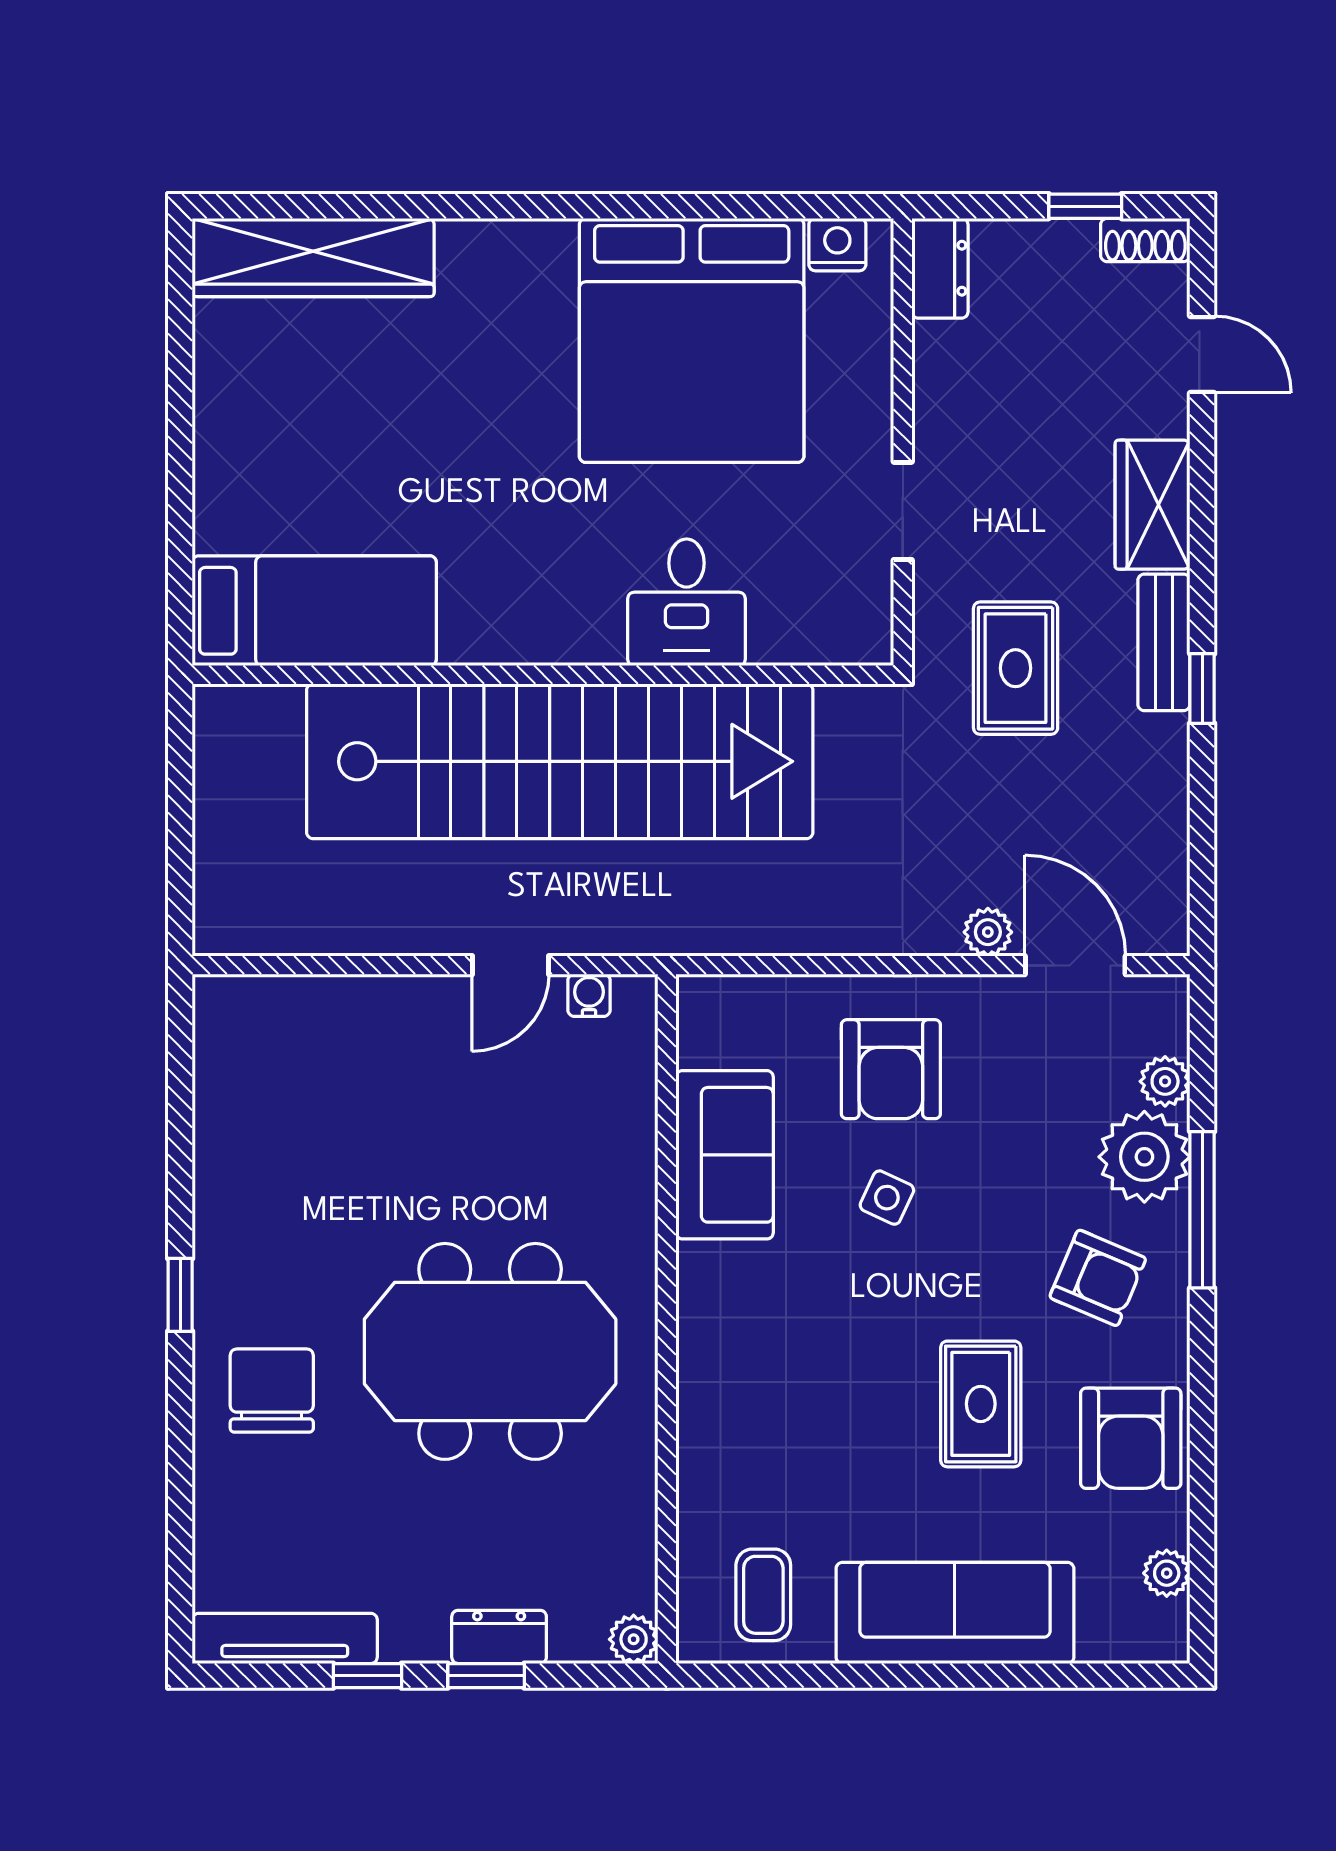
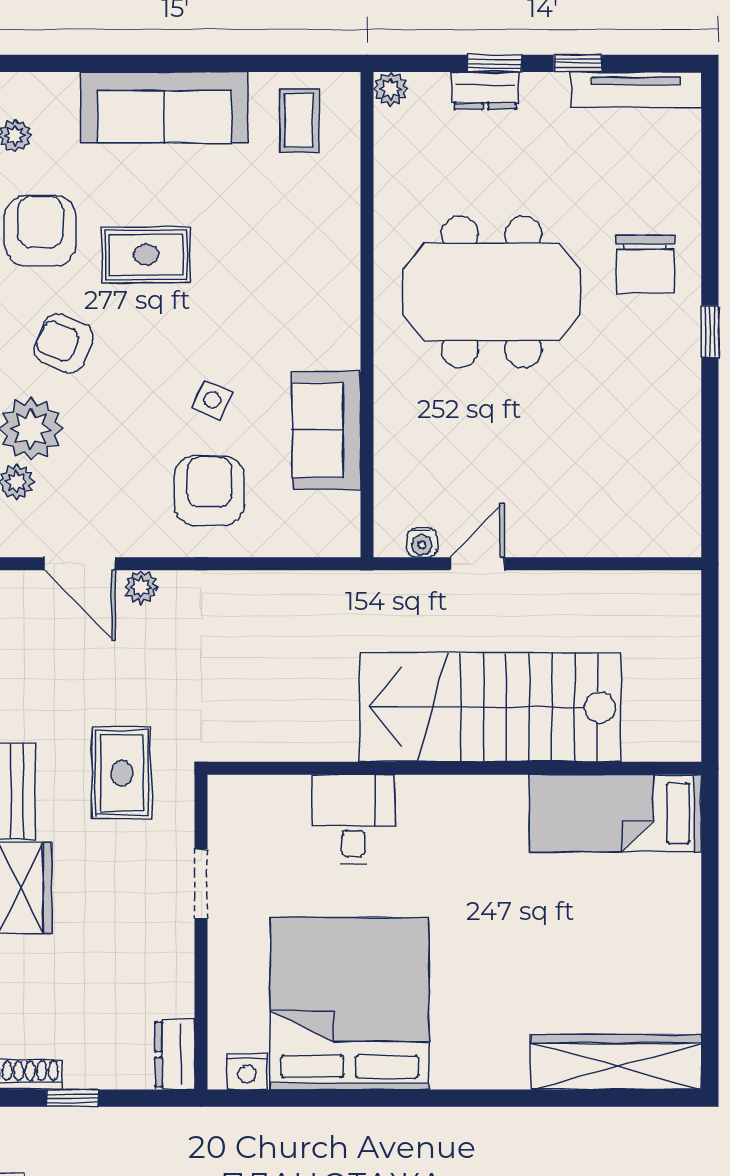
stairs: (560, 761) -> (490, 707), width x0.73
rug: (981, 1404) -> (146, 255), turned 90

